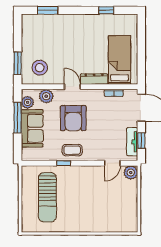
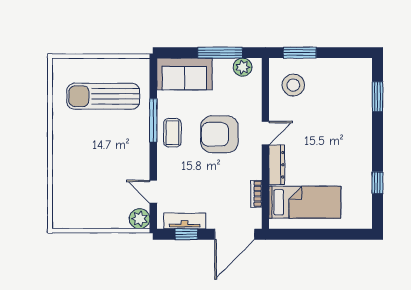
plant: (46, 96) -> (252, 95), removed
sofa: (32, 128) -> (184, 74), moved
window: (64, 163) -> (153, 120), width x2.17

